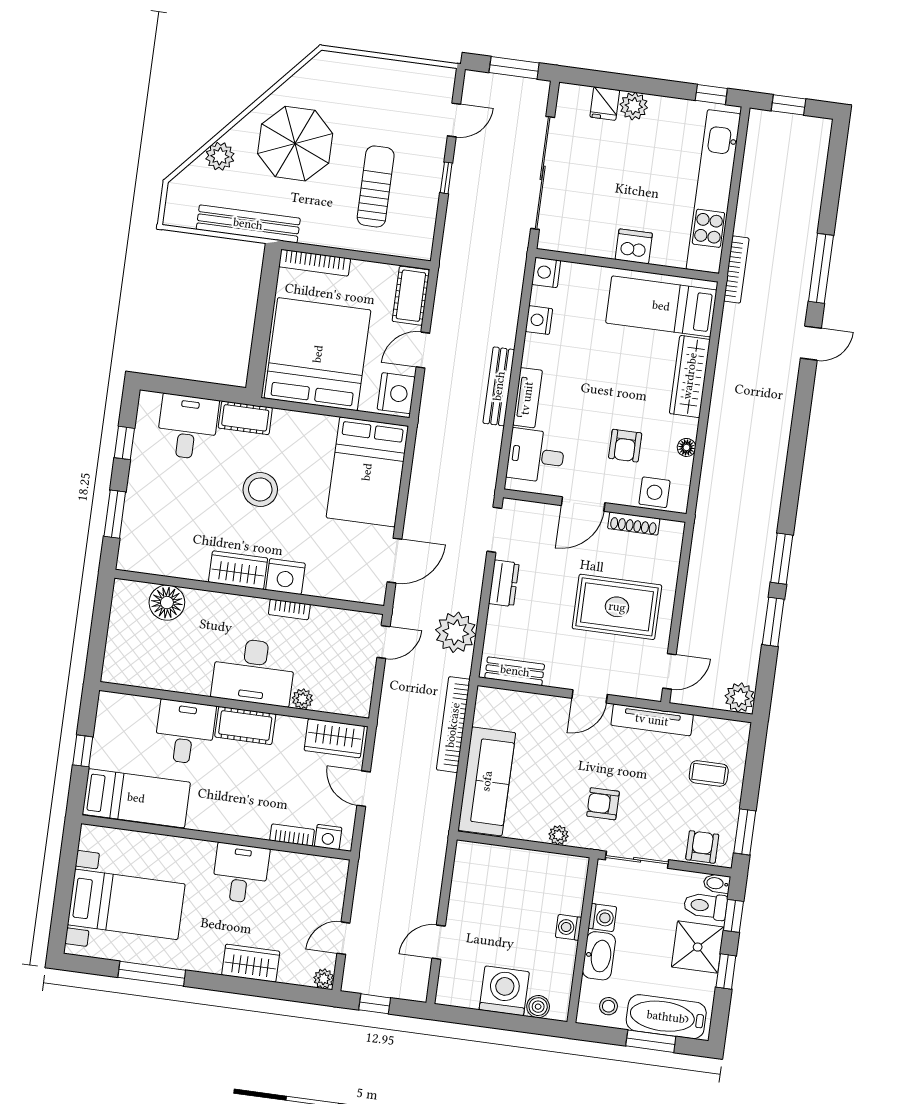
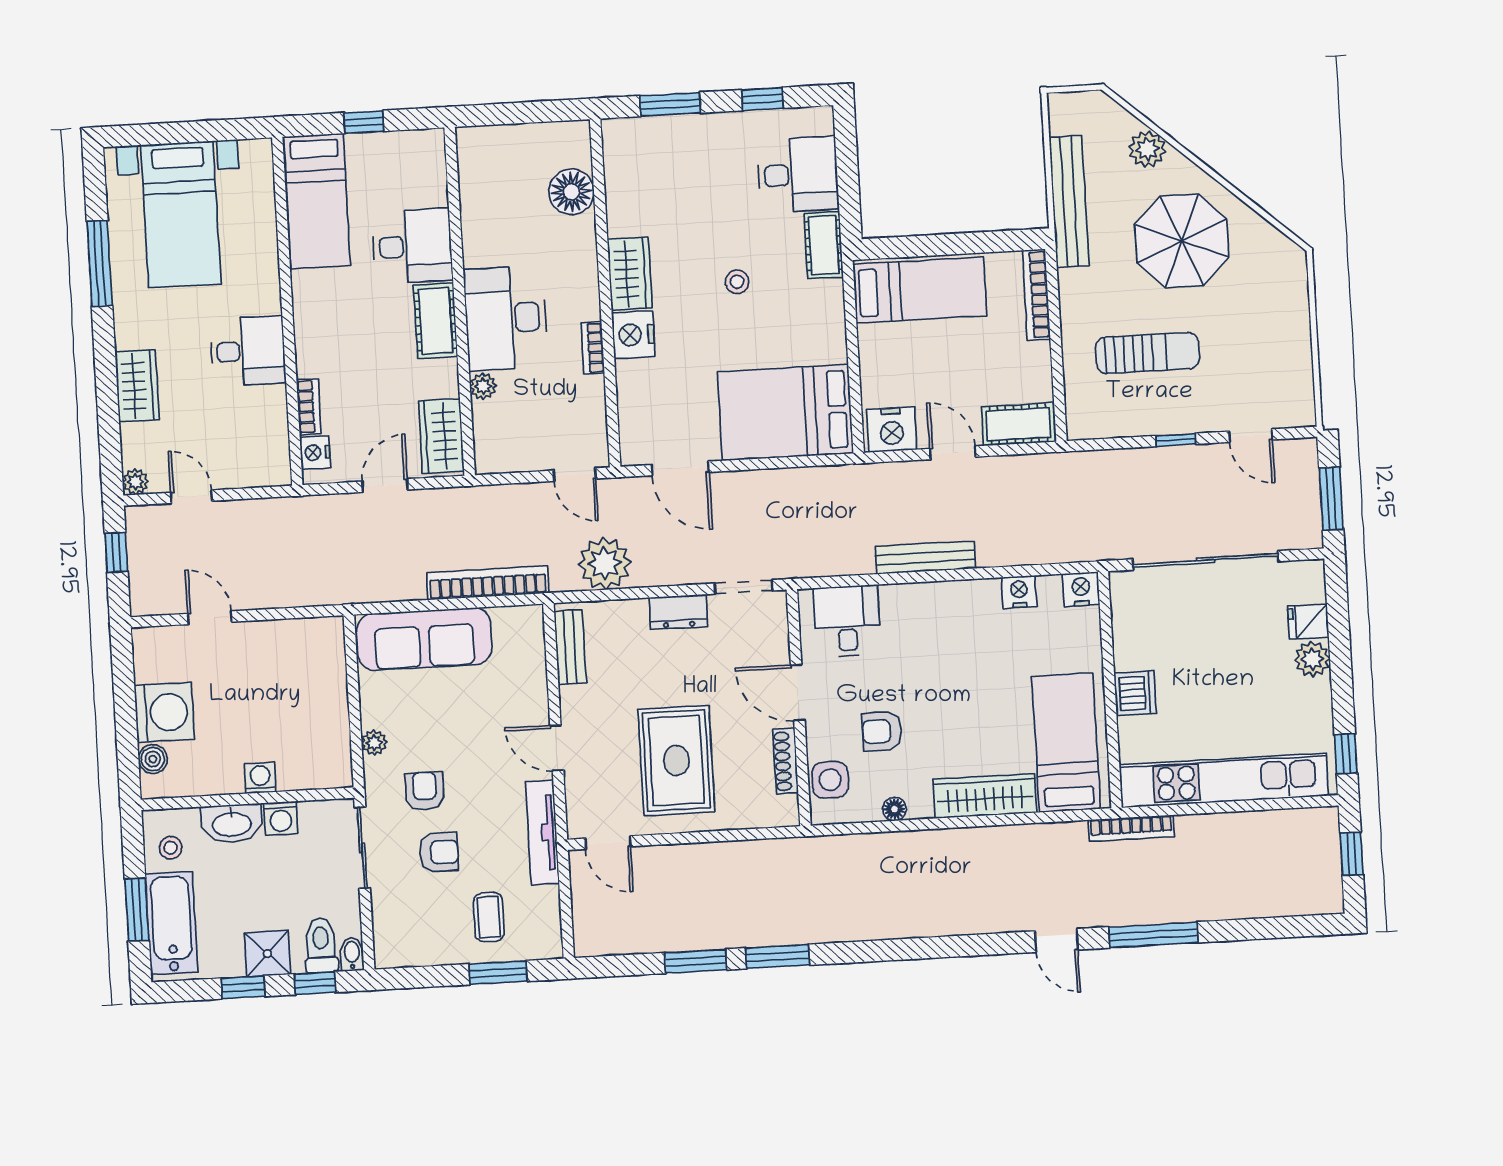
bed: (318, 354) -> (920, 290), width x0.49
tv unit: (527, 398) -> (918, 596), removed
stool: (260, 489) -> (737, 282), width x0.53, depth x0.53
plant: (740, 698) -> (592, 938), removed
window: (745, 832) -> (498, 973), moved
armchair: (702, 847) -> (439, 852), moved
shower: (698, 947) -> (267, 954), width x0.73, depth x0.73

